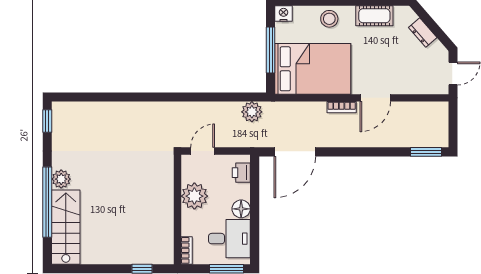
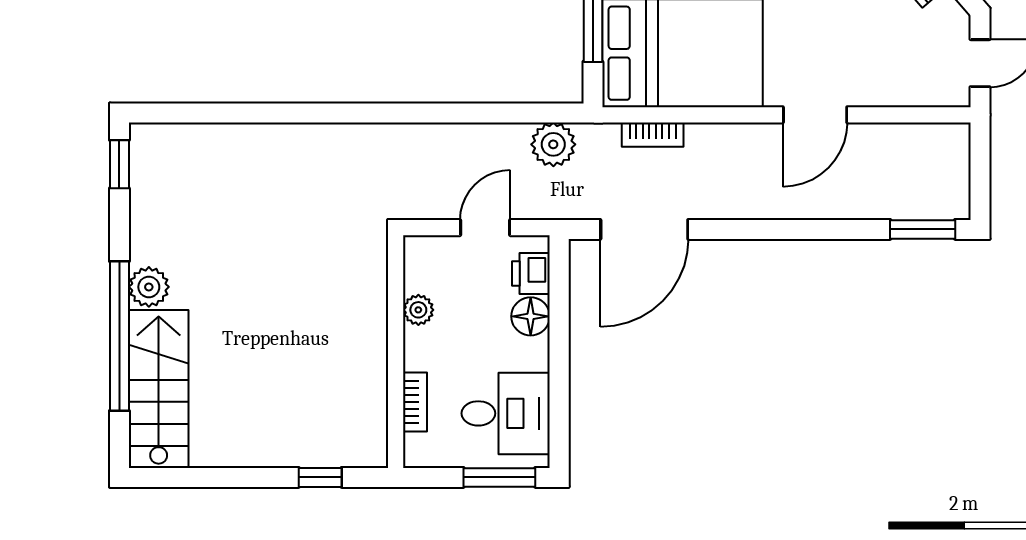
bookcase: (342, 107) -> (653, 135), moved
door: (203, 151) -> (485, 228), moved
plant: (194, 196) -> (418, 310), width x0.53, depth x0.53
floor lamp: (241, 209) -> (531, 316), moved
bookcase: (187, 250) -> (415, 402), moved

